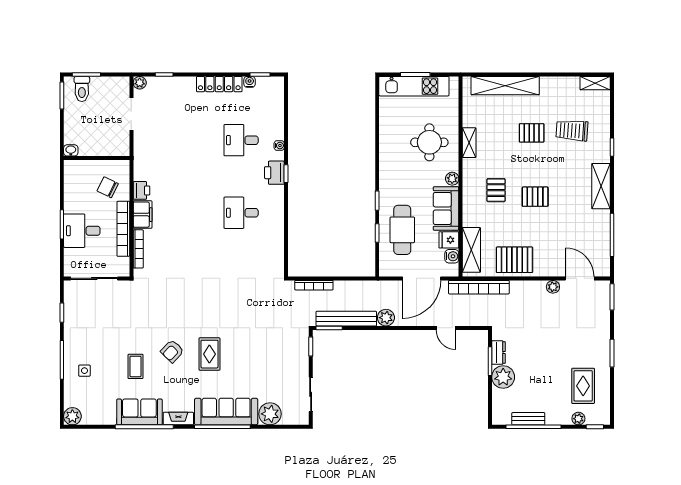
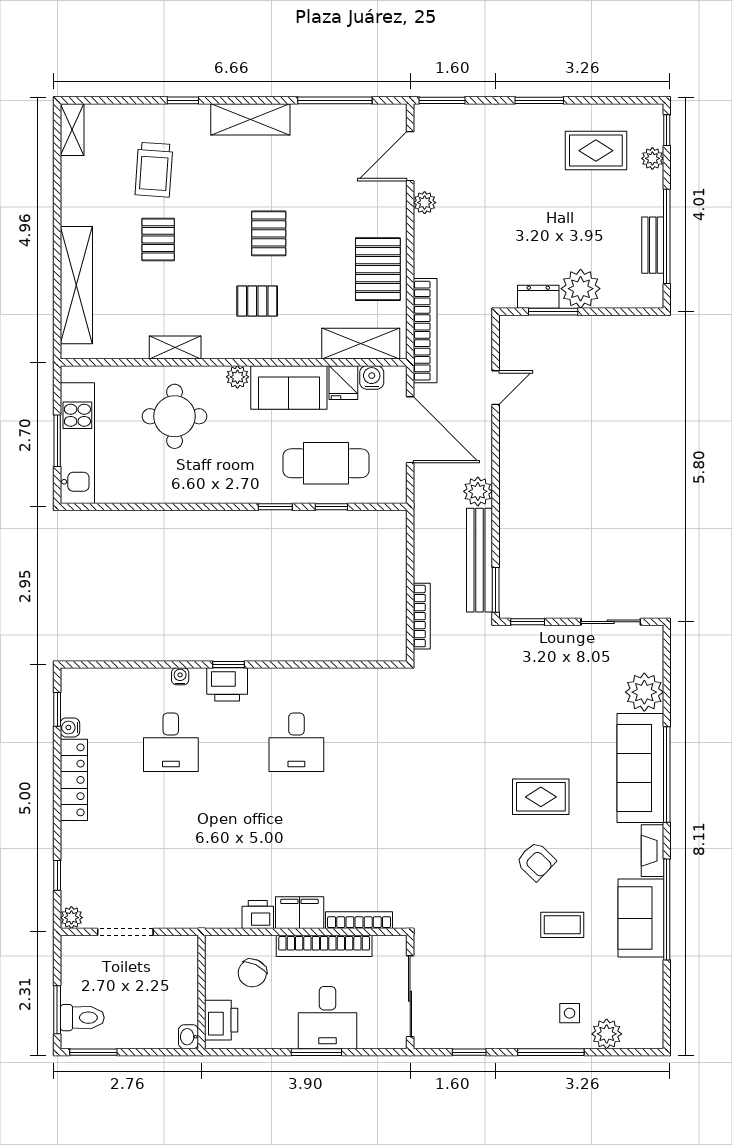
printer: (80, 169) -> (221, 1020), added
plant: (72, 416) -> (607, 1034), moved

